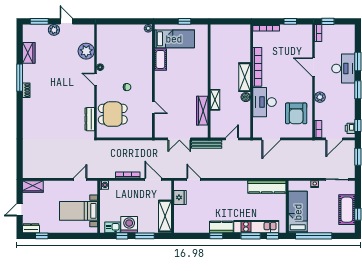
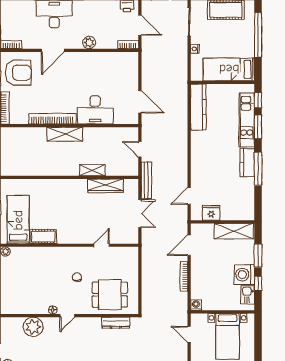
boiler: (246, 97) -> (89, 133), removed
armchair: (296, 113) -> (18, 73), moved
dining table: (113, 114) -> (110, 295), turned 90
window: (216, 236) -> (258, 169), width x2.17
window: (314, 236) -> (258, 35), moved

